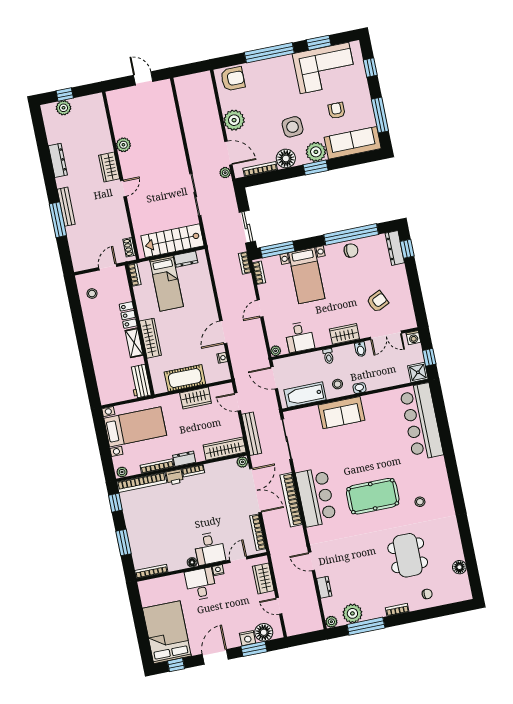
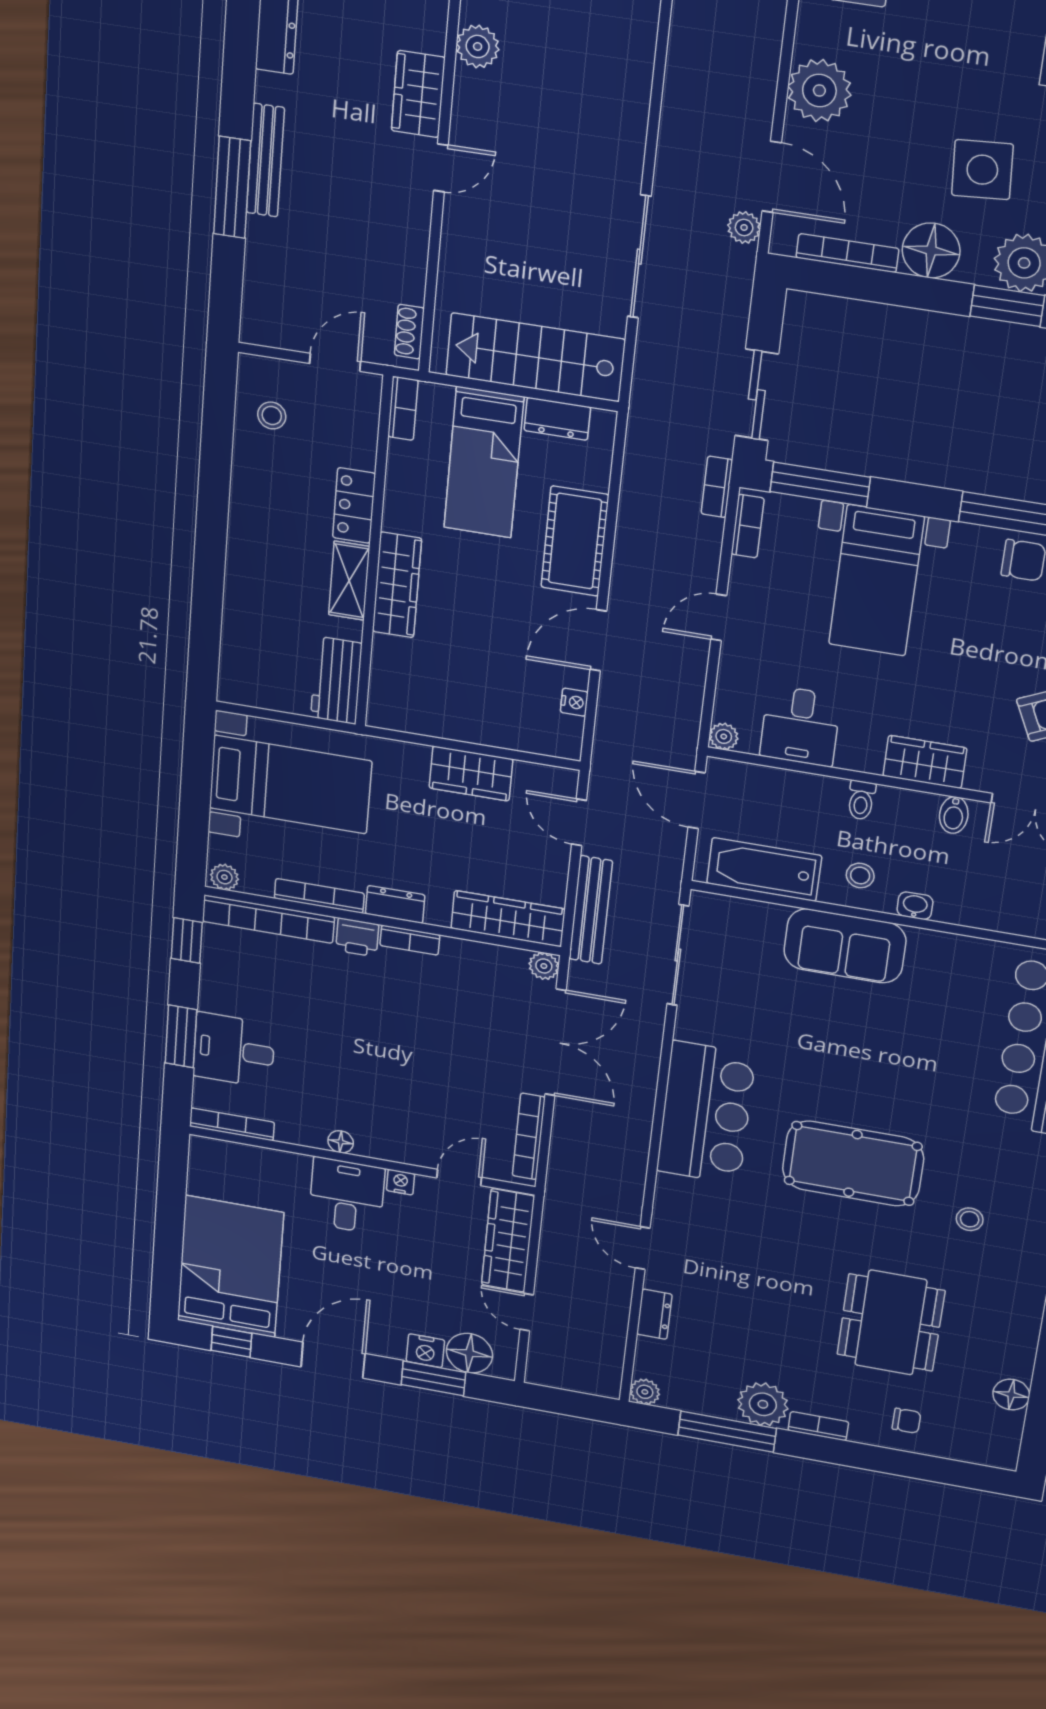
cot: (185, 378) -> (575, 541), moved, turned 90
bookcase: (291, 500) -> (640, 1096), removed
desk: (209, 548) -> (234, 1050), moved, turned 90
wardrobe: (263, 578) -> (508, 1240), width x1.50
plant: (352, 613) -> (763, 1404), moved

